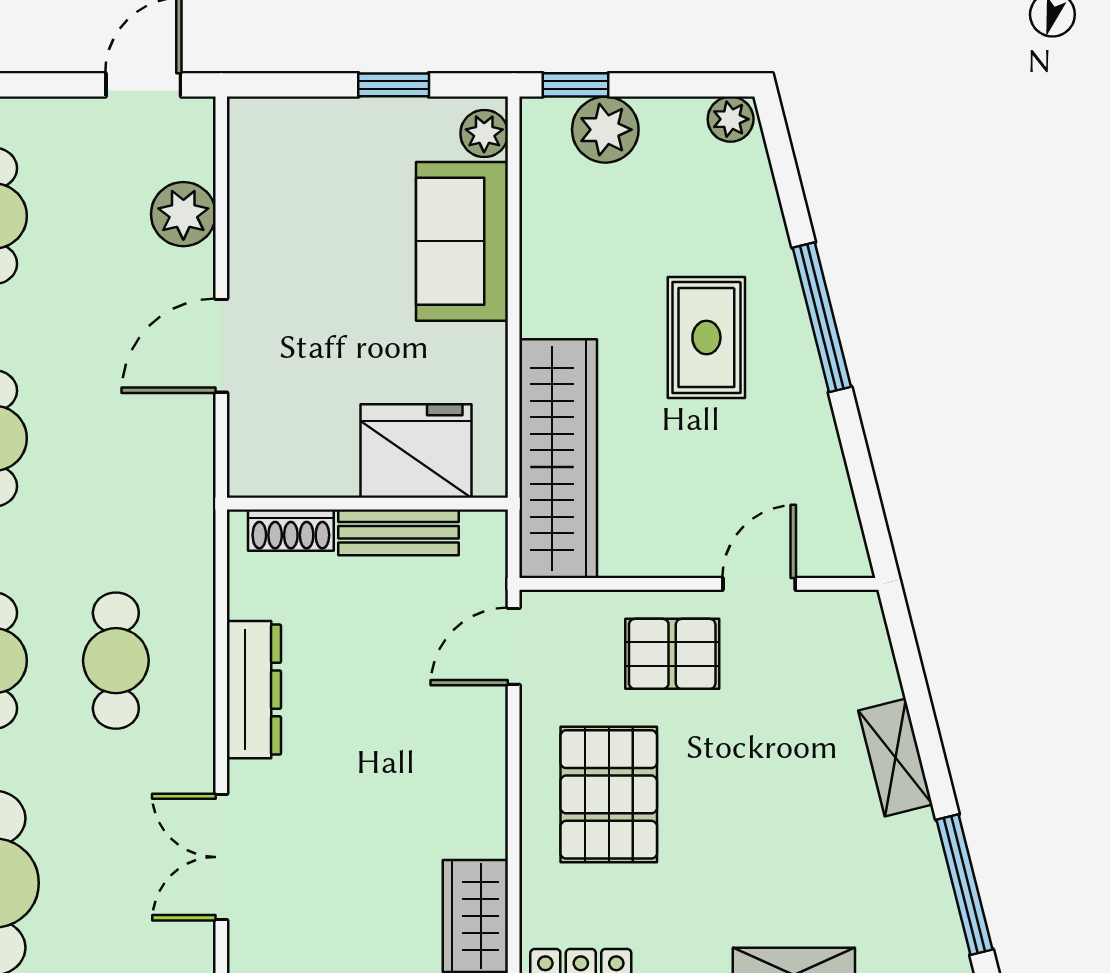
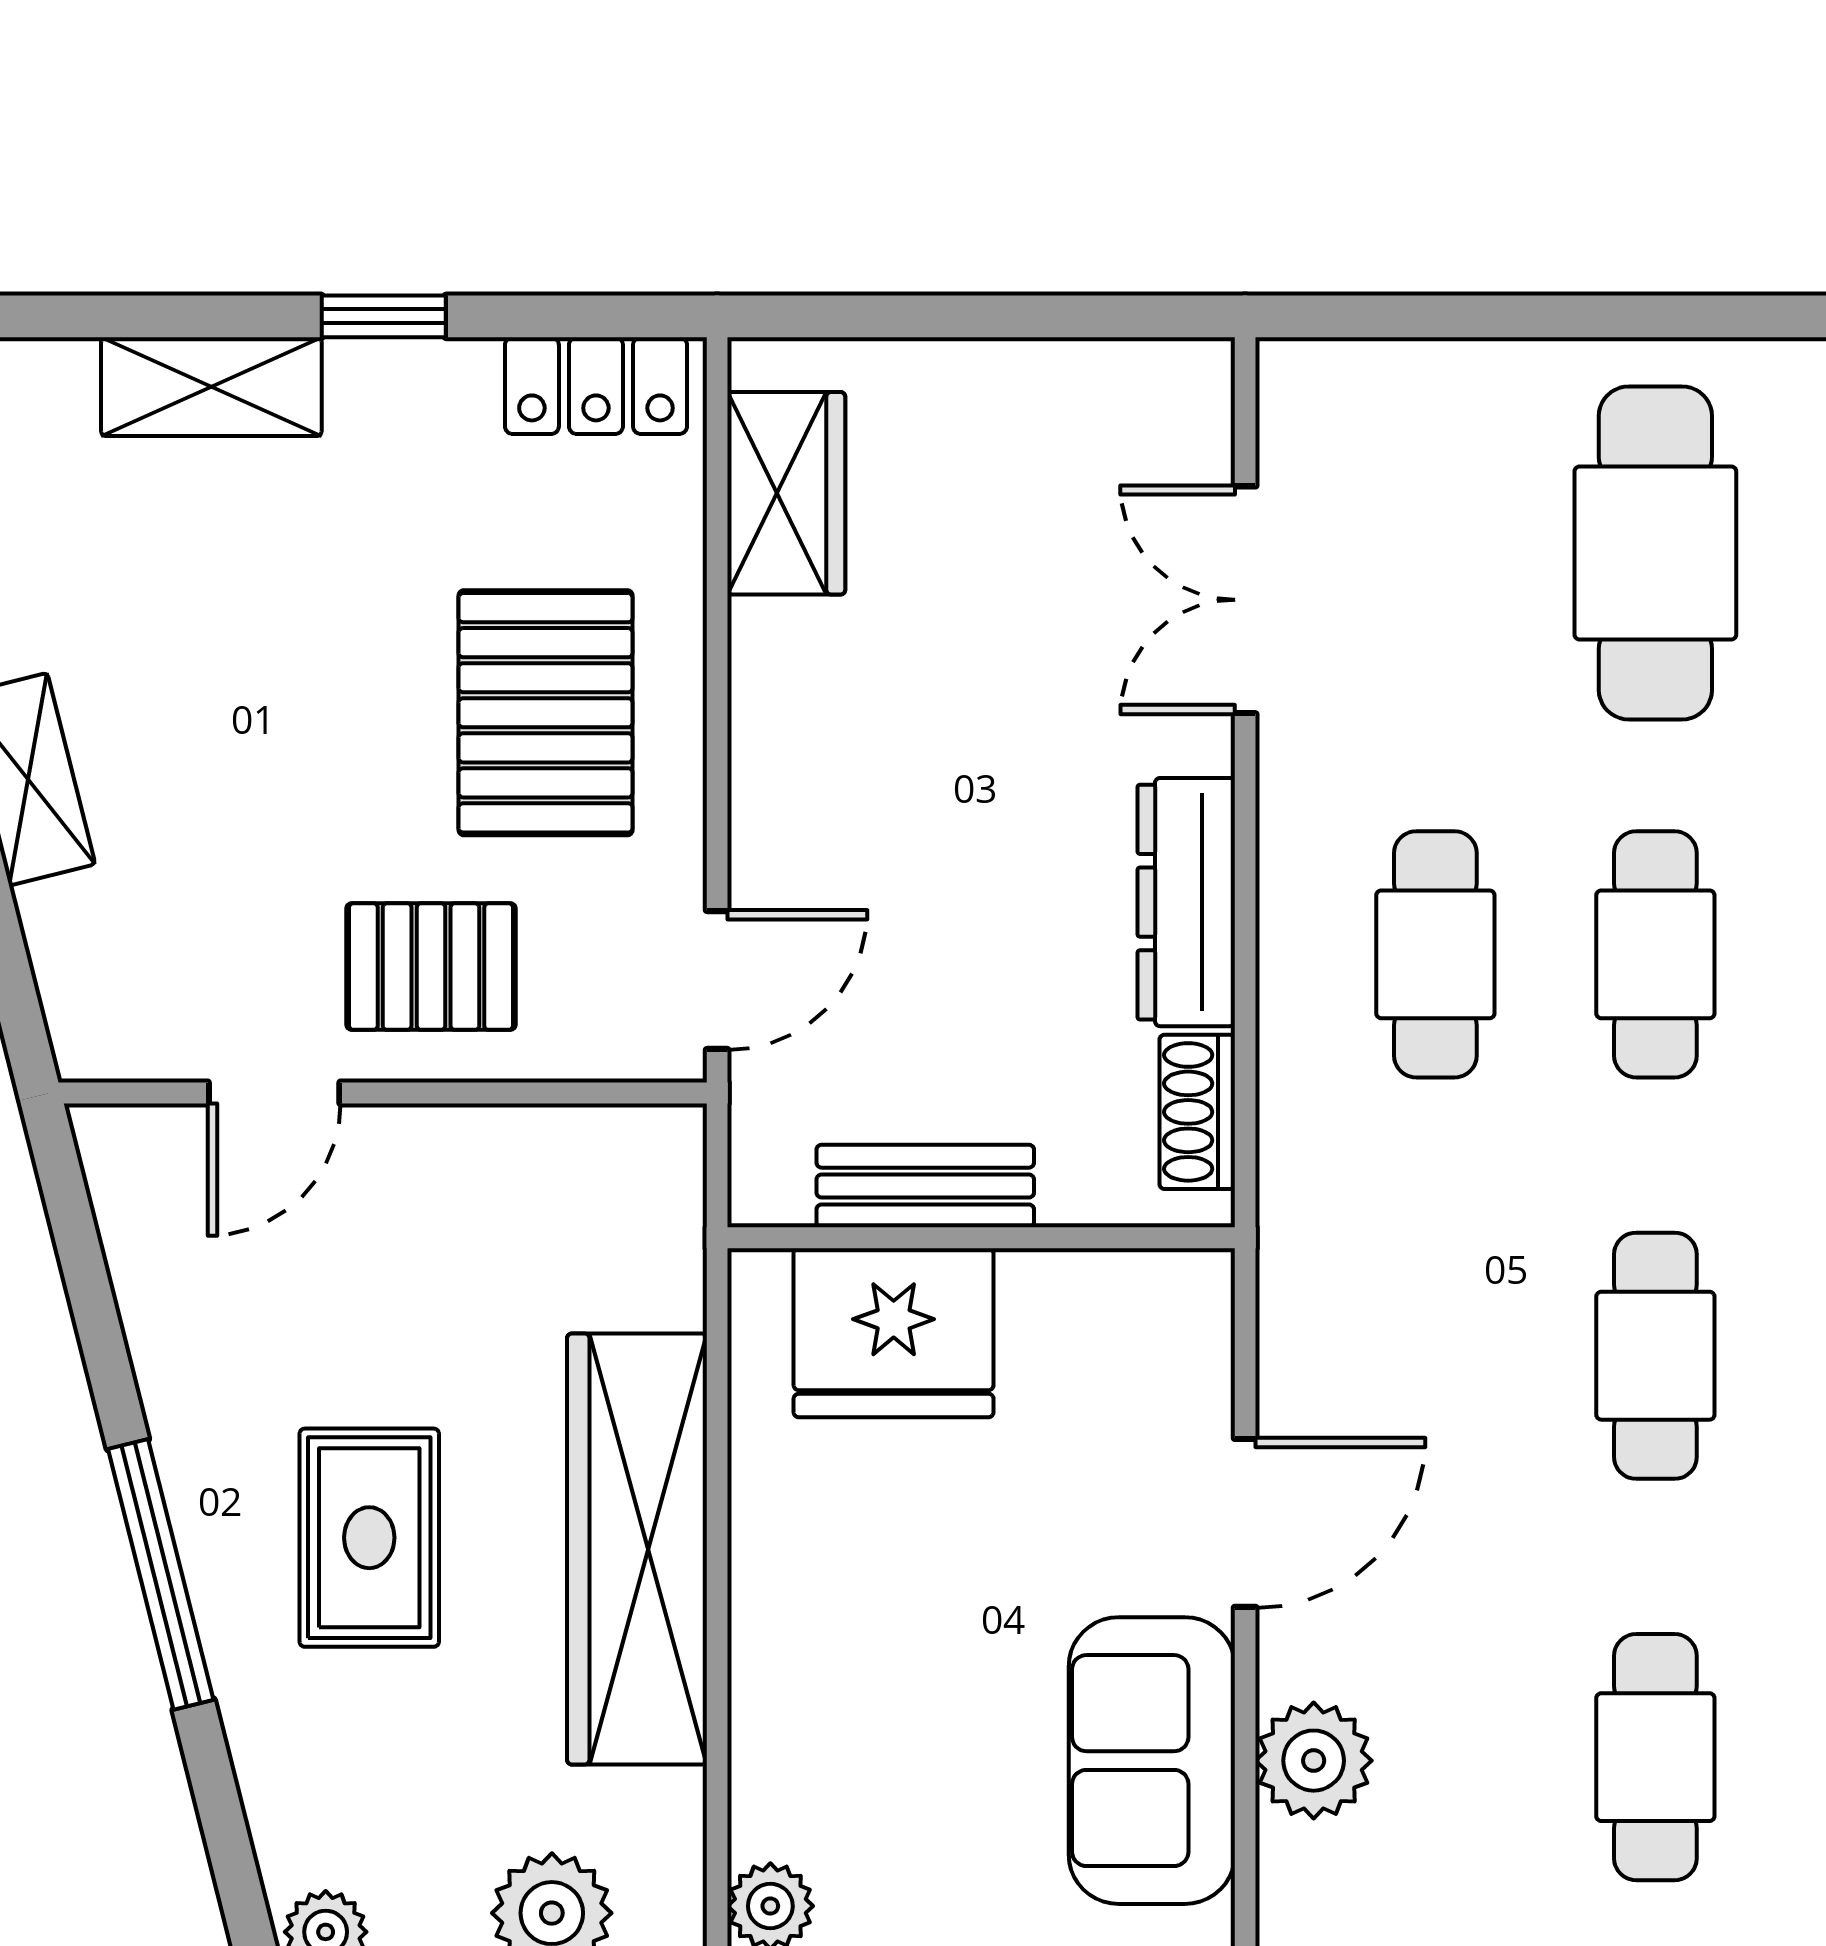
sofa: (462, 241) -> (1152, 1761), moved, turned 180
wardrobe: (558, 459) -> (637, 1549), moved
shoe rack: (291, 530) -> (1197, 1112), moved, turned -90
double door: (221, 857) -> (1245, 600), swing flipped

